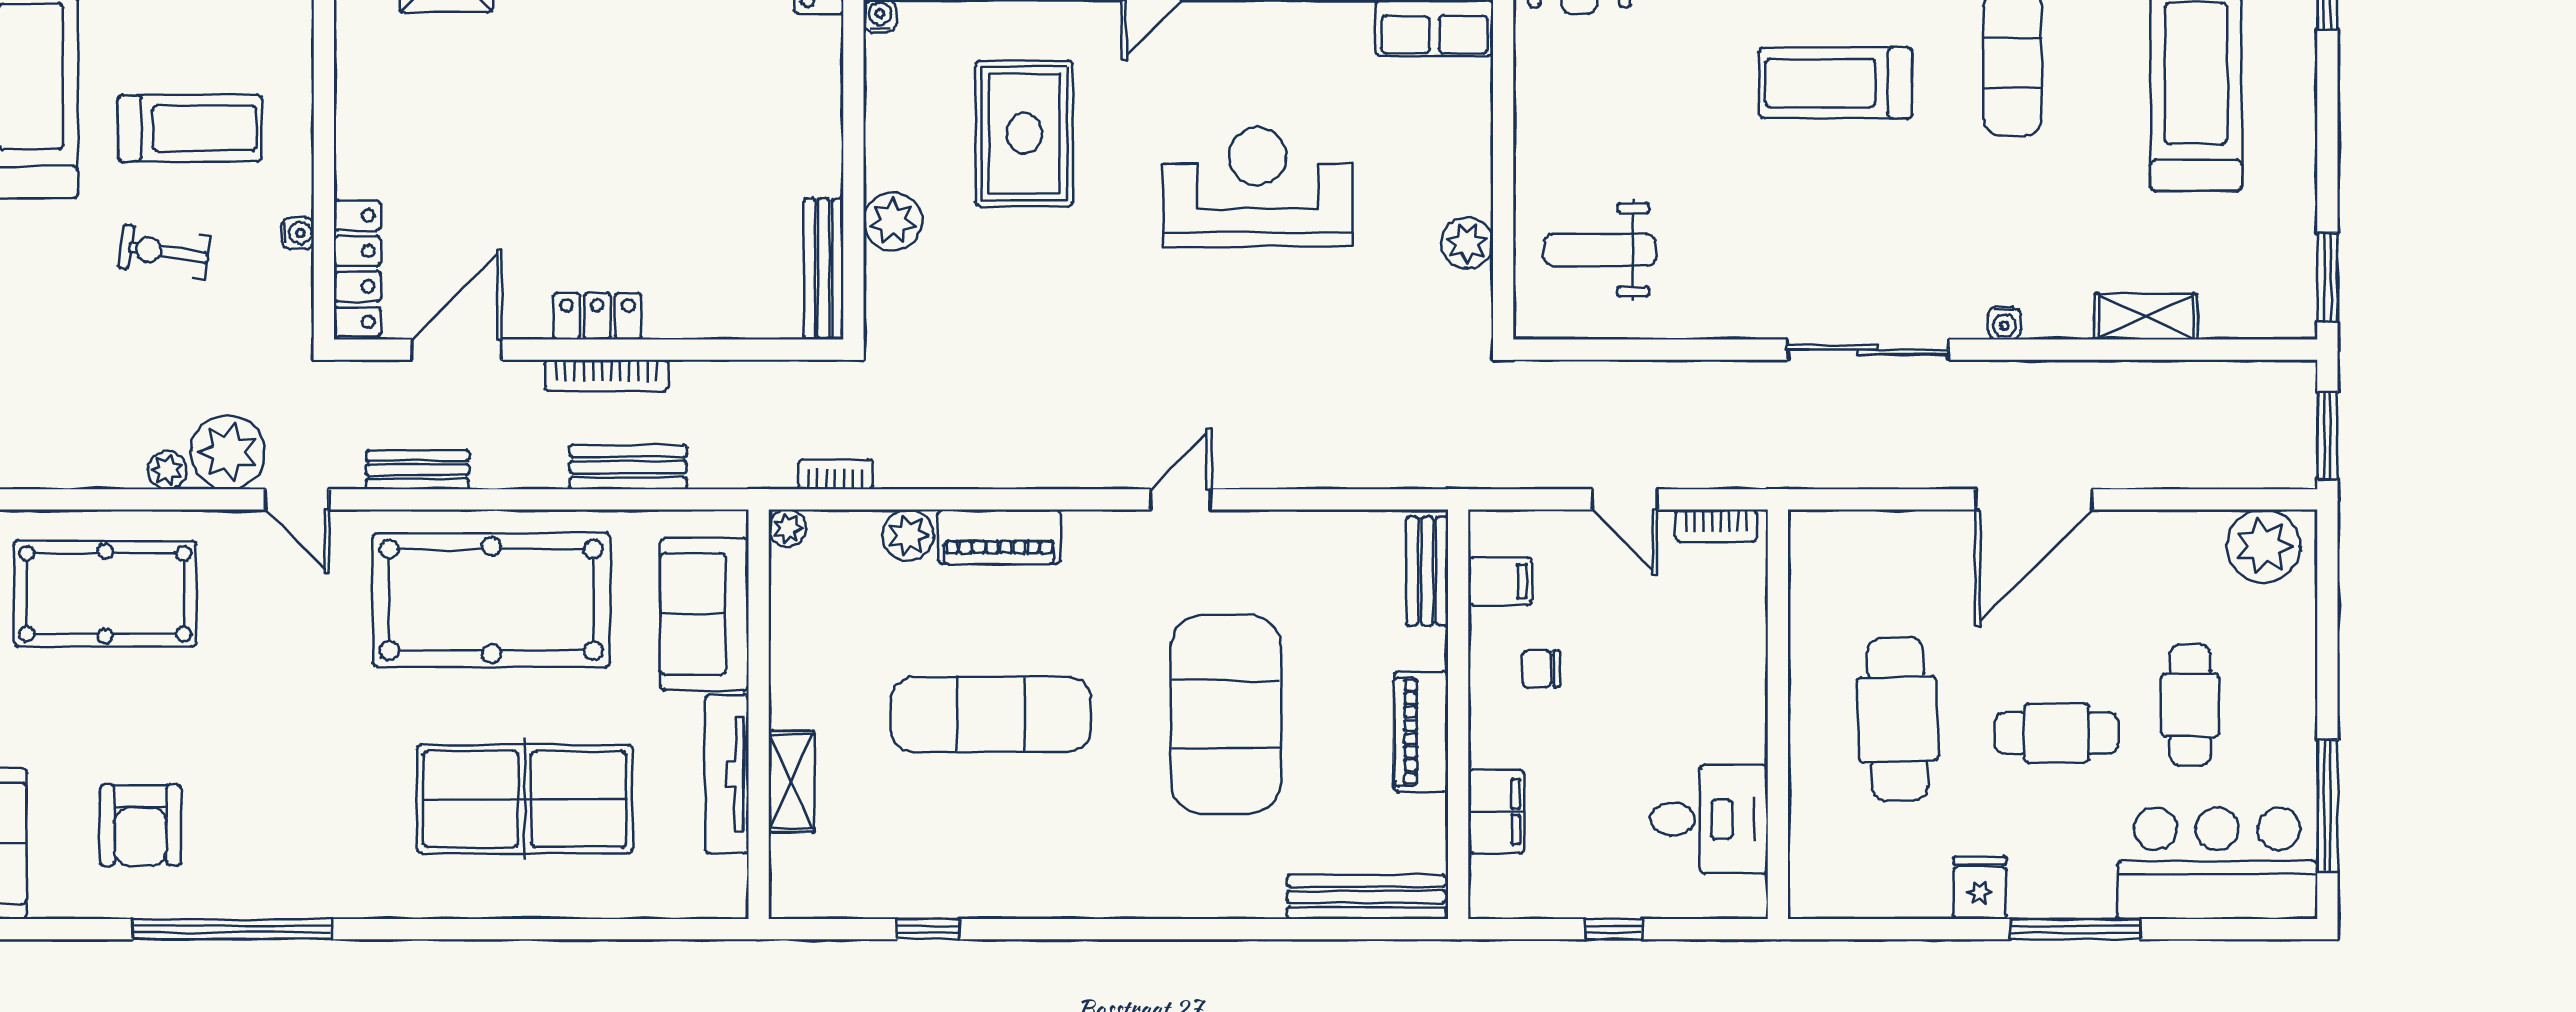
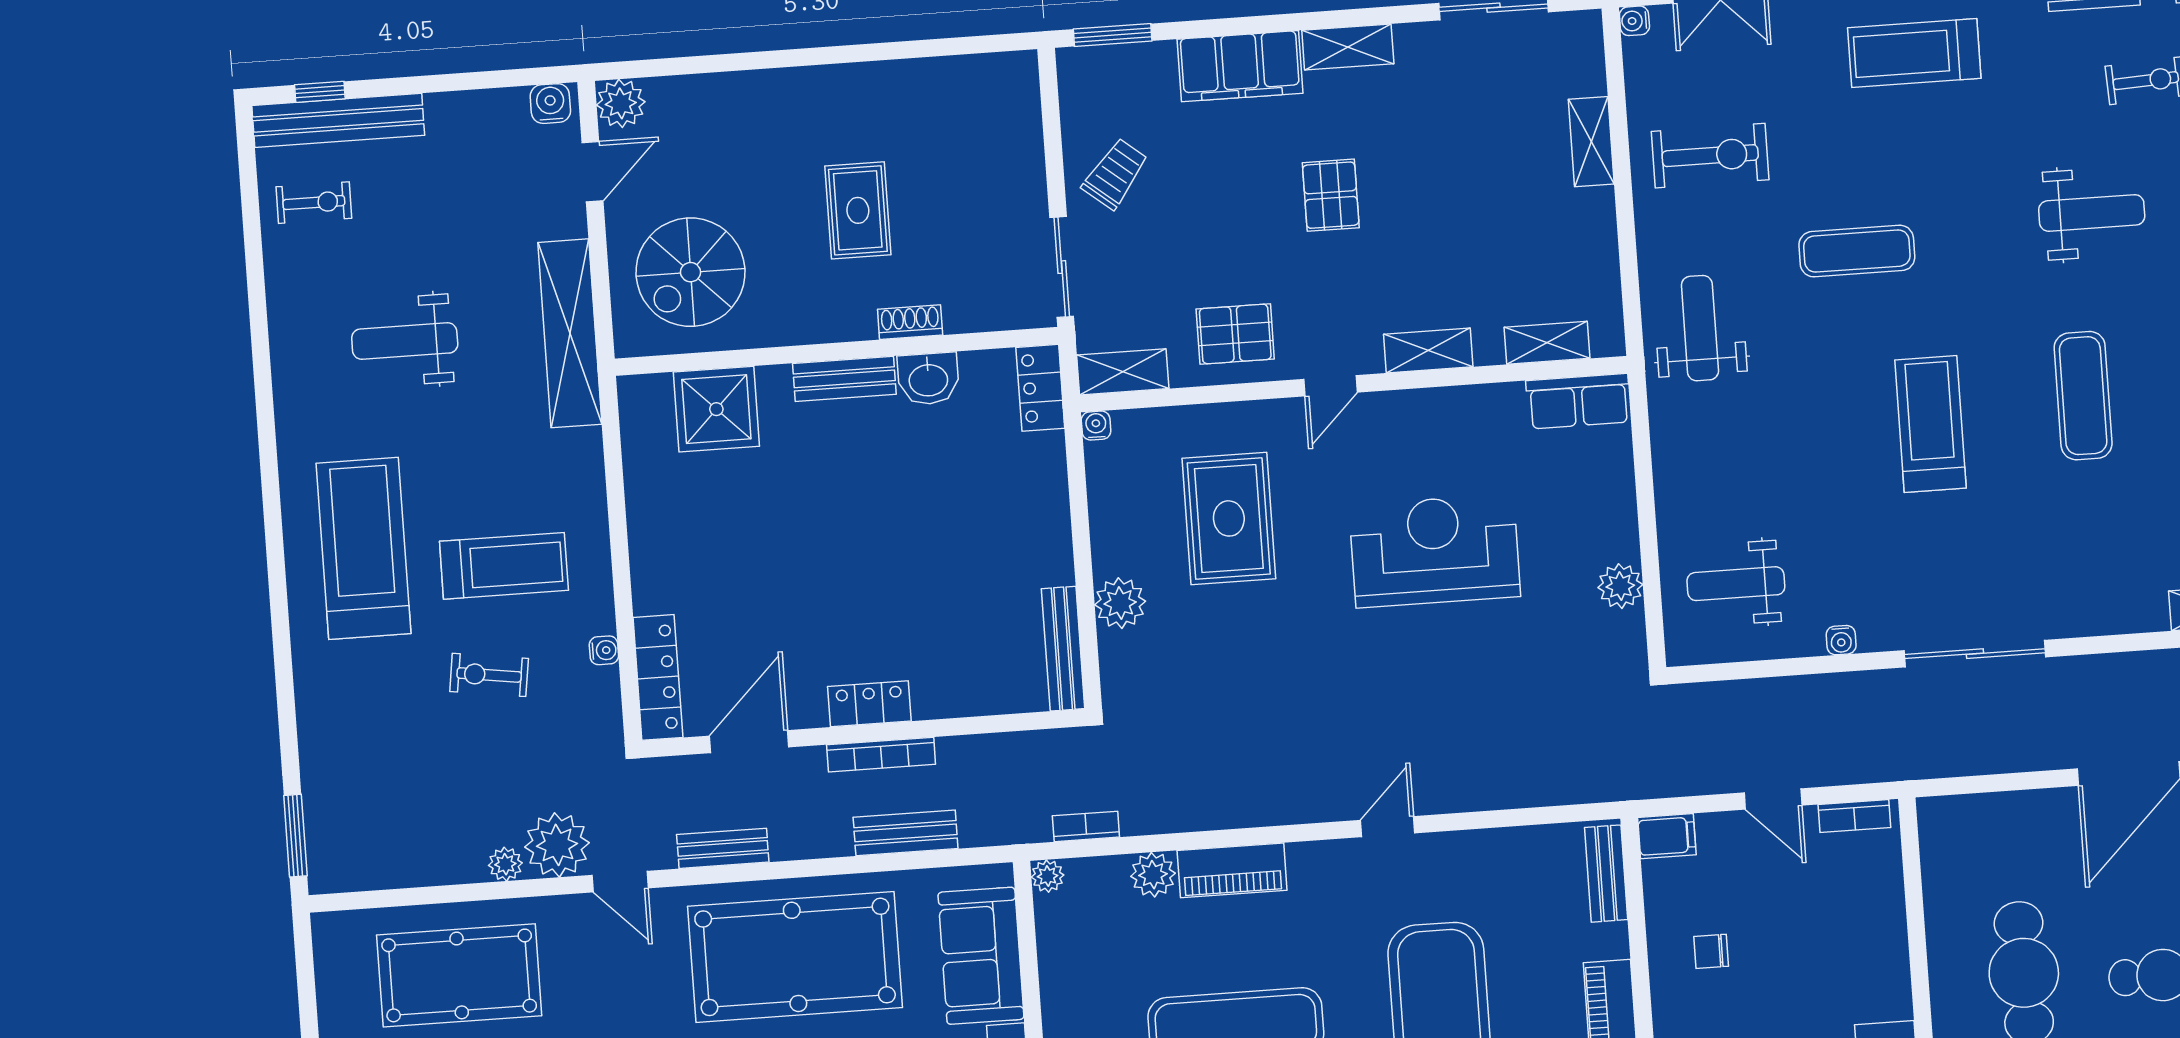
treadmill: (1836, 83) -> (1930, 424), turned 90
water cooler: (2004, 323) -> (1841, 640), moved
filing cabinet: (1500, 581) -> (1667, 836), moved

